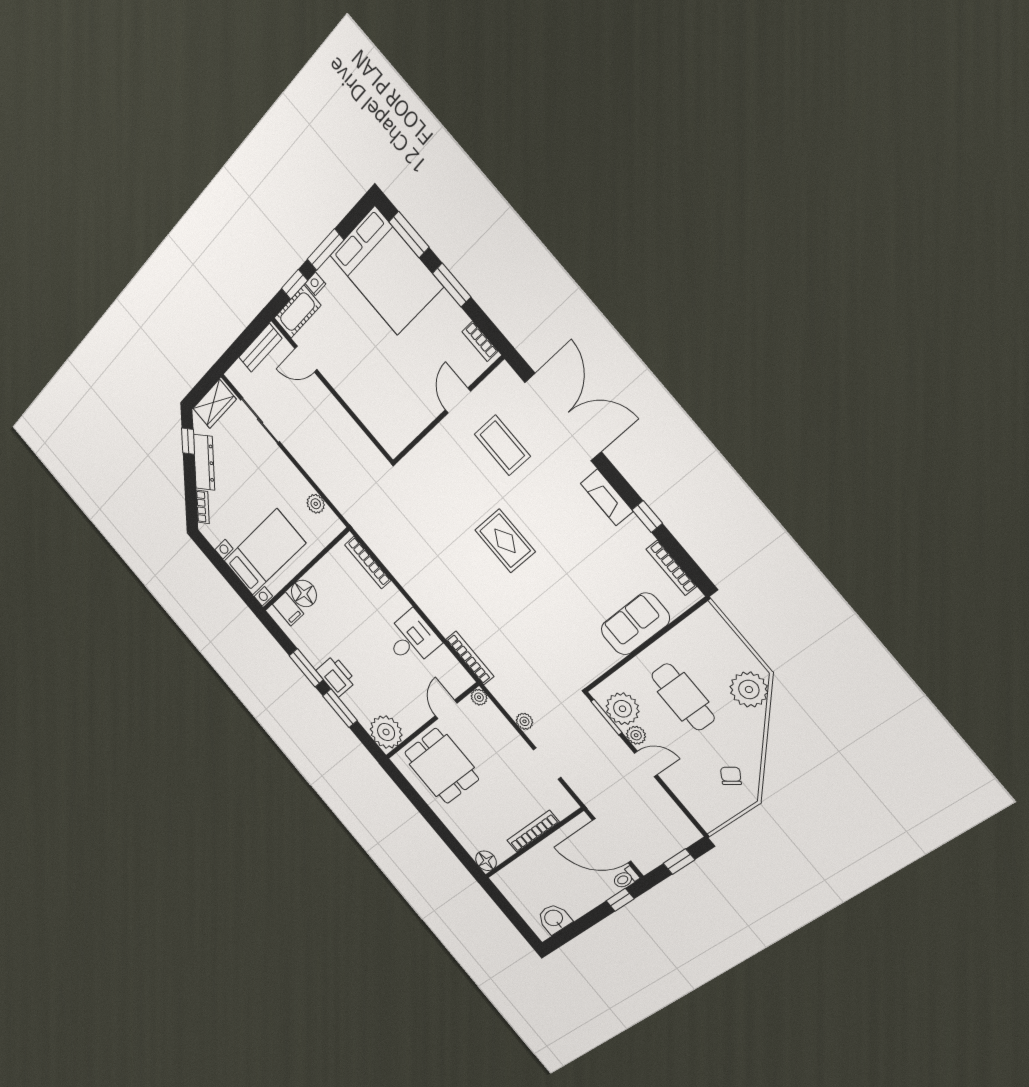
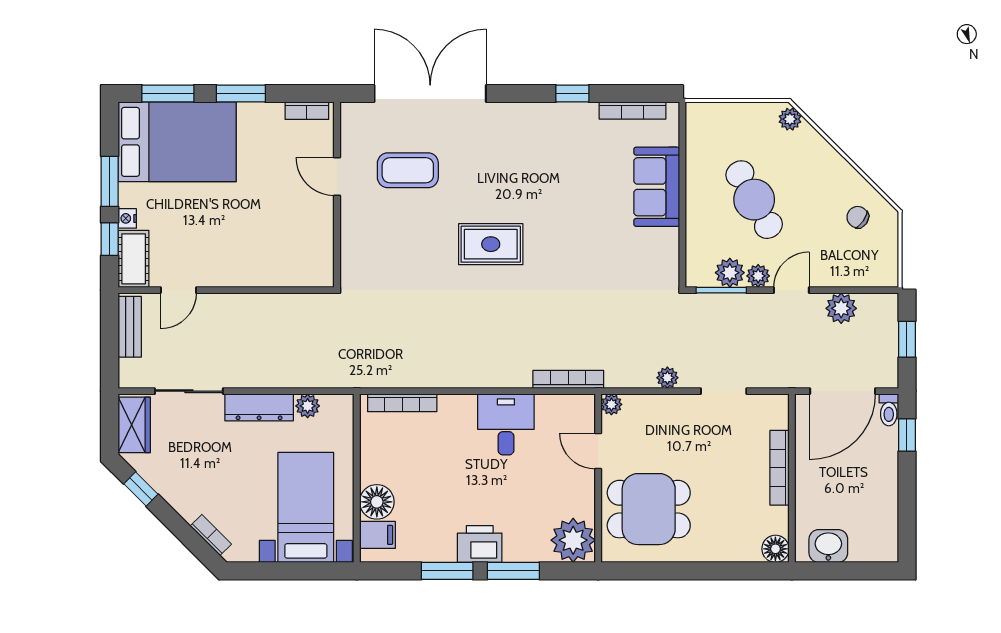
dresser: (204, 462) -> (259, 407), moved, turned 135
fireplace: (607, 497) -> (528, 115), removed
plant: (749, 689) -> (790, 119), width x0.53, depth x0.53
cafe table: (683, 697) -> (754, 200), turned 61
plant: (623, 709) -> (730, 273), width x0.73, depth x0.73
plant: (662, 805) -> (841, 308), added
washbasin: (554, 919) -> (828, 546), moved, turned 90

